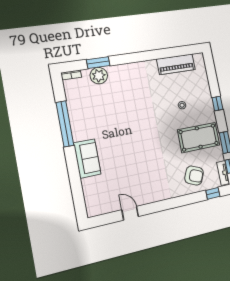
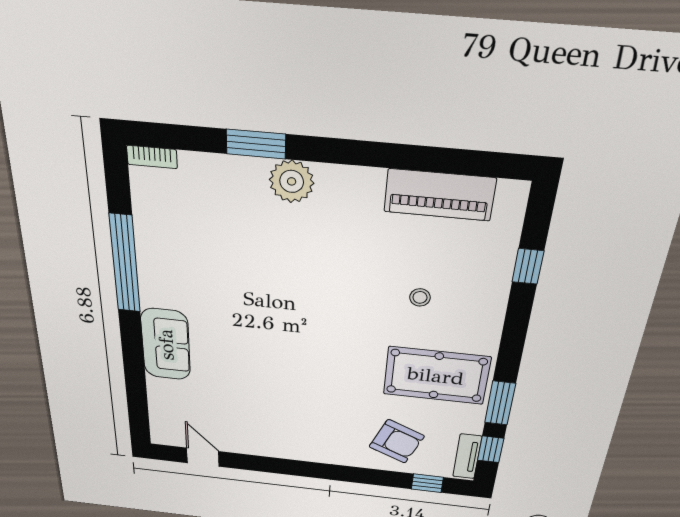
window: (98, 63) -> (256, 144), moved
plant: (99, 76) -> (292, 181), moved
window: (217, 104) -> (528, 266), moved
door: (130, 213) -> (203, 457), moved

